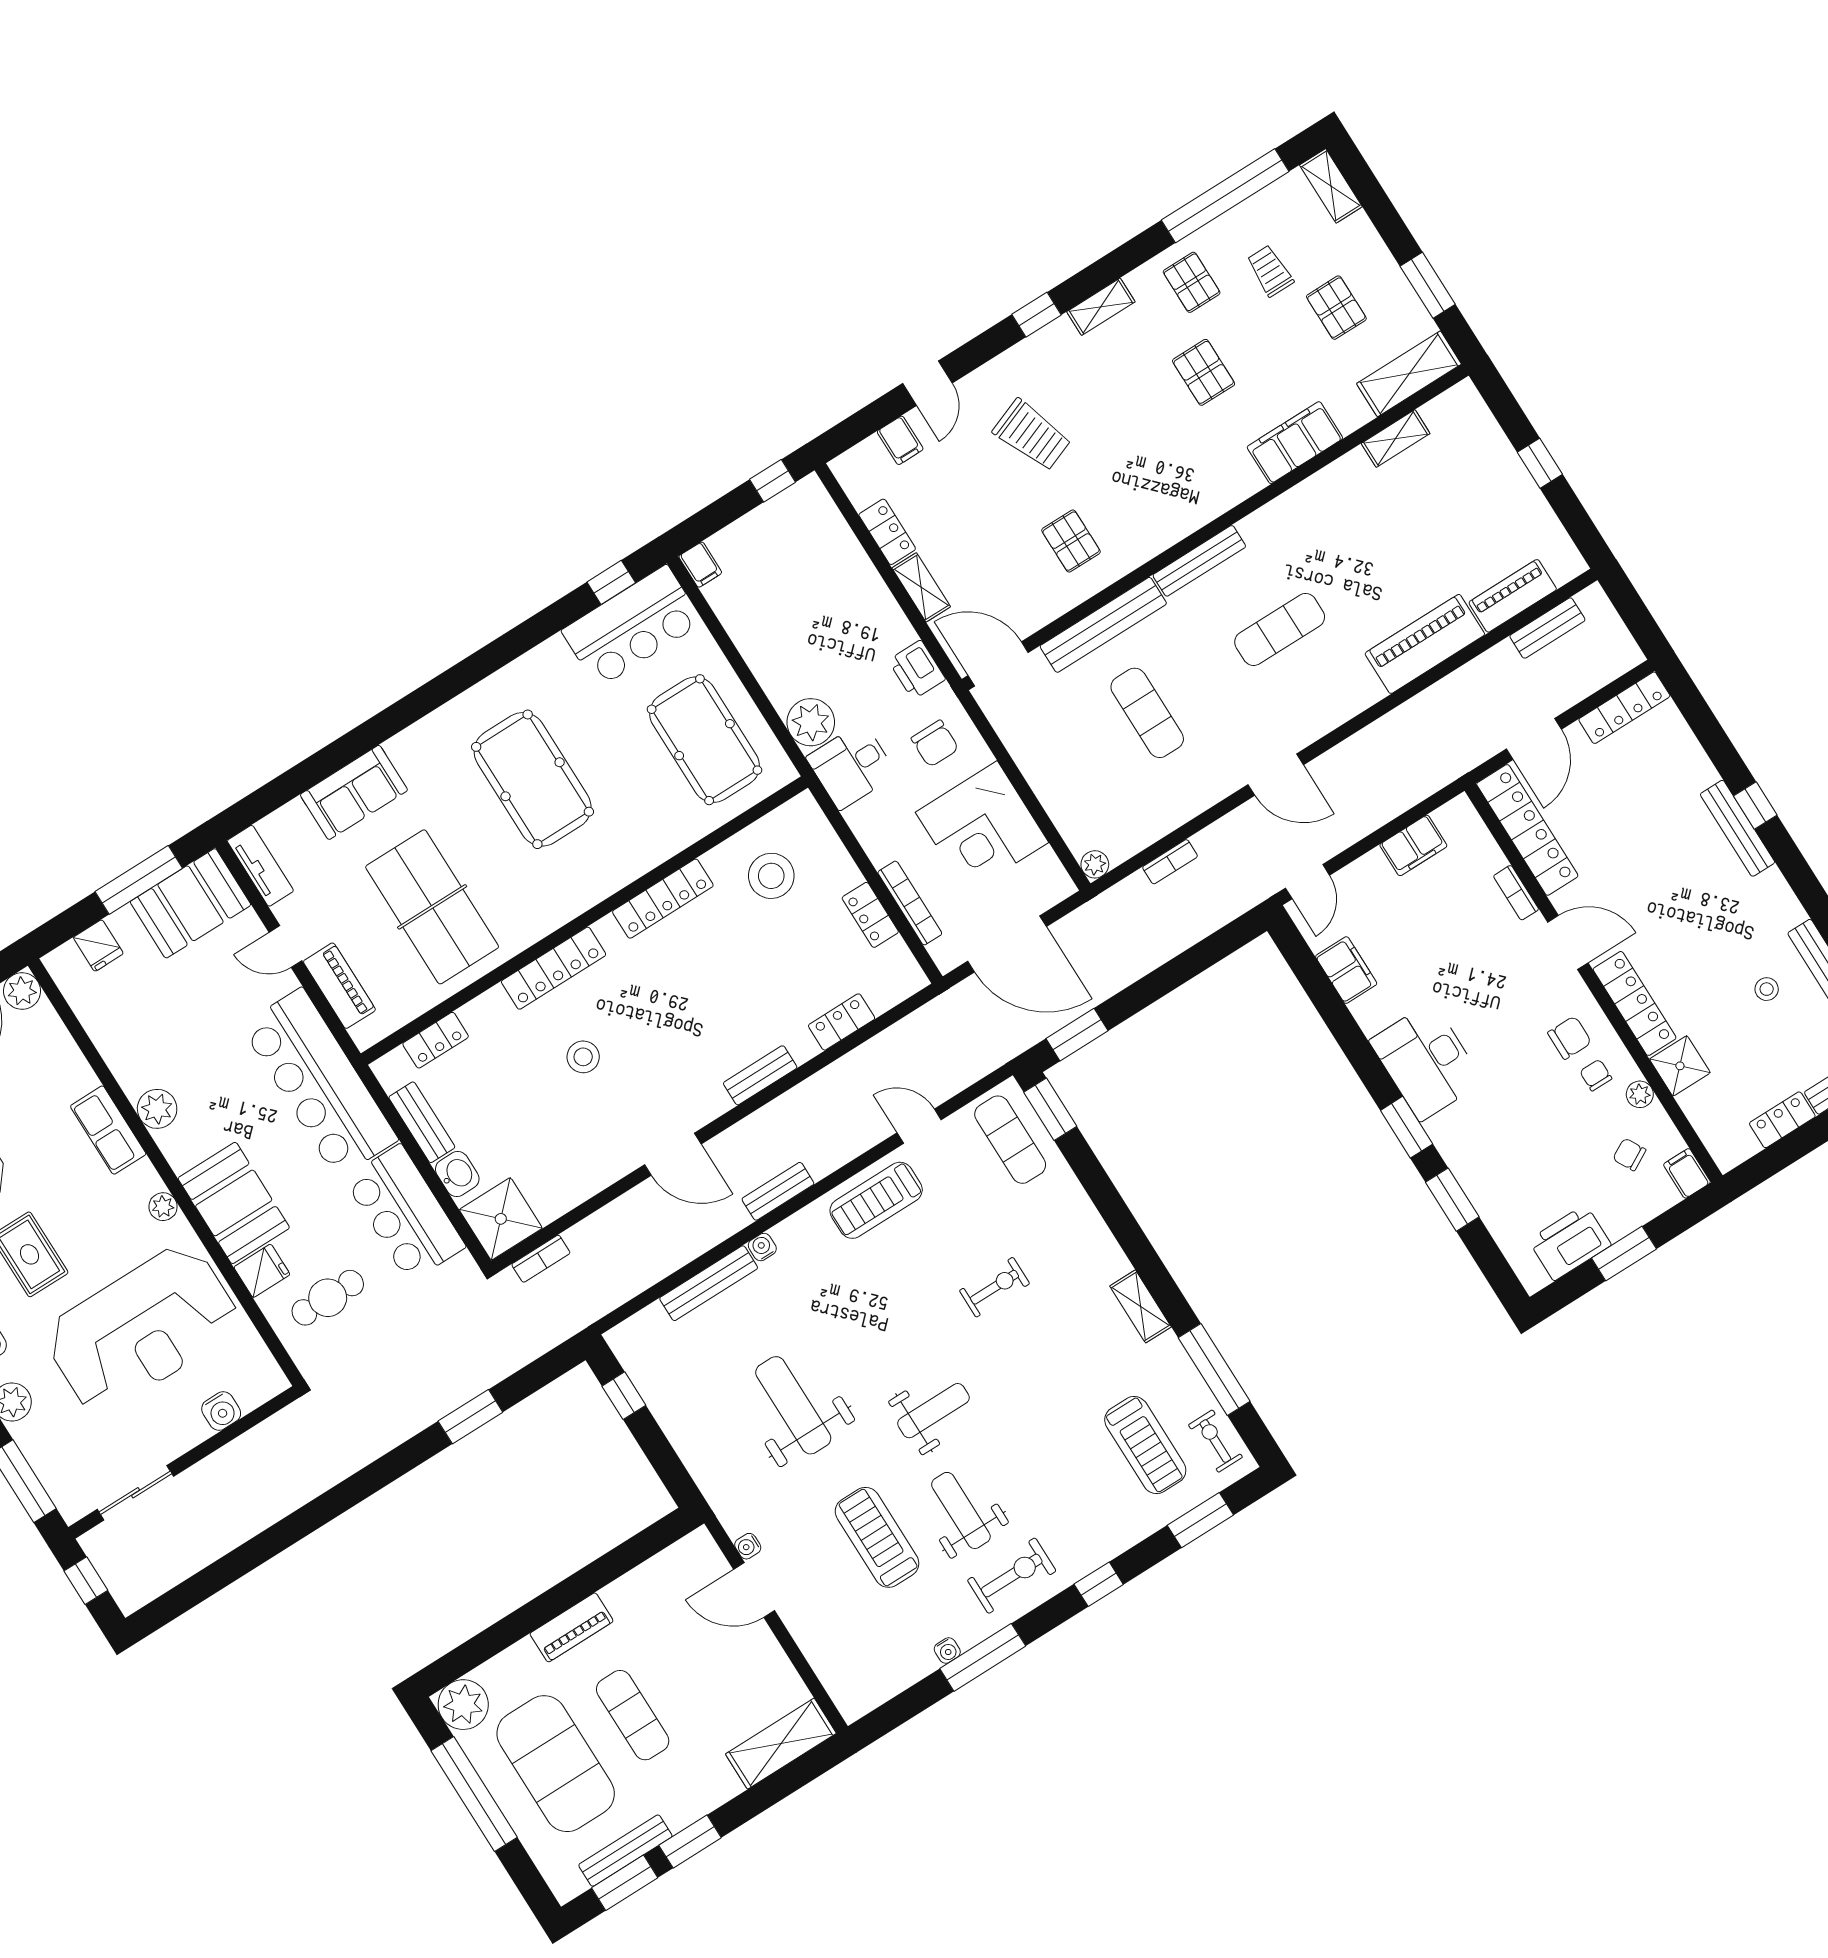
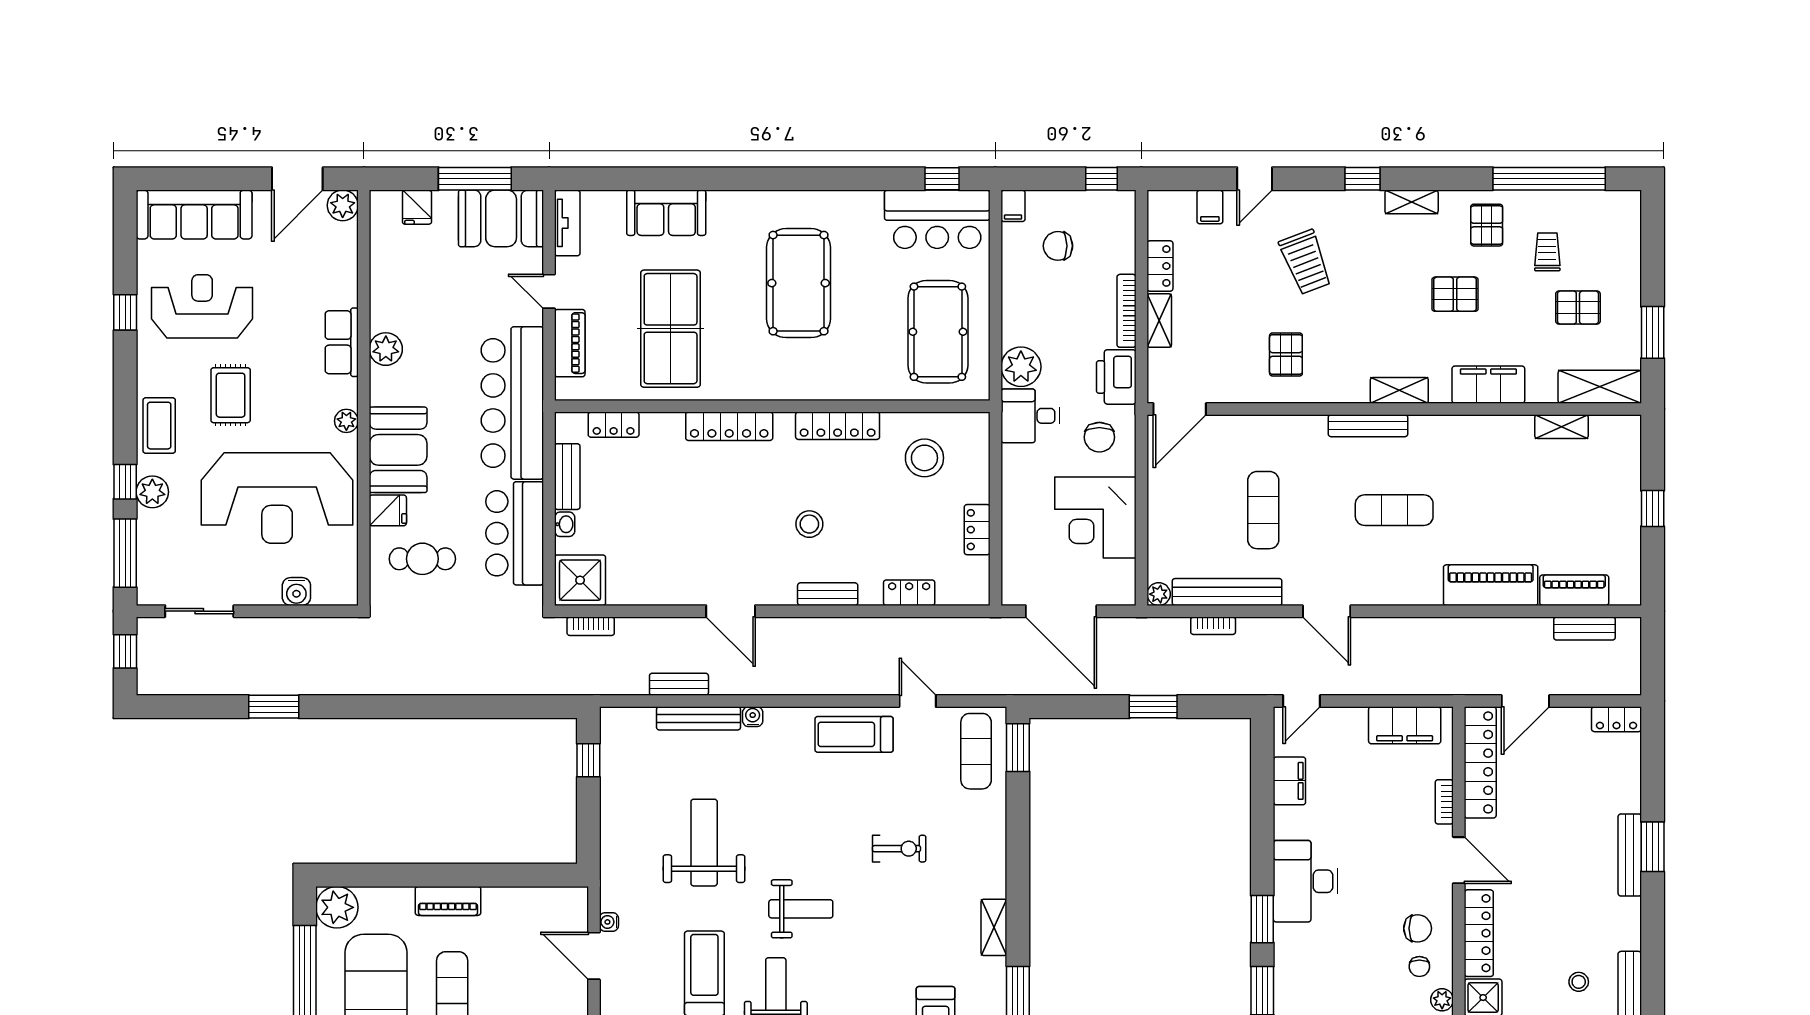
shelving: (1331, 186) -> (1399, 390), moved, turned 90
pallet: (1336, 308) -> (1578, 308), turned 90
pallet: (1204, 372) -> (1455, 294), turned 90
chair: (771, 576) -> (1058, 246), added
bench: (1103, 625) -> (1227, 592), moved
door: (998, 664) -> (1180, 409), swing flipped
printer: (917, 670) -> (1116, 377), width x1.37, depth x1.19
locker: (1624, 708) -> (1616, 719), width x0.66
window: (1755, 805) -> (1653, 847), width x1.50
filing cabinet: (1413, 845) -> (1405, 725), width x1.50, depth x1.17
bookcase: (910, 903) -> (1127, 311), moved, turned 180
window: (1077, 1035) -> (1153, 707), moved
stool: (583, 1057) -> (809, 524), moved
chair: (1596, 1075) -> (1419, 967), turned 180
washbasin: (457, 1174) -> (565, 524), width x0.72, depth x0.69
bench: (778, 1191) -> (679, 684), moved
window: (470, 1417) -> (274, 707), moved

